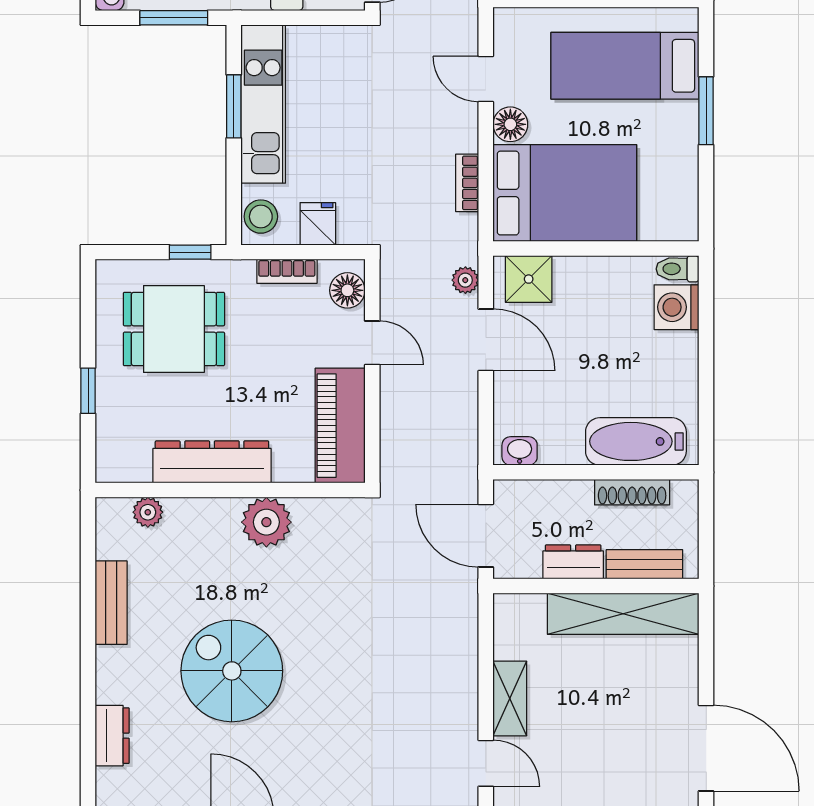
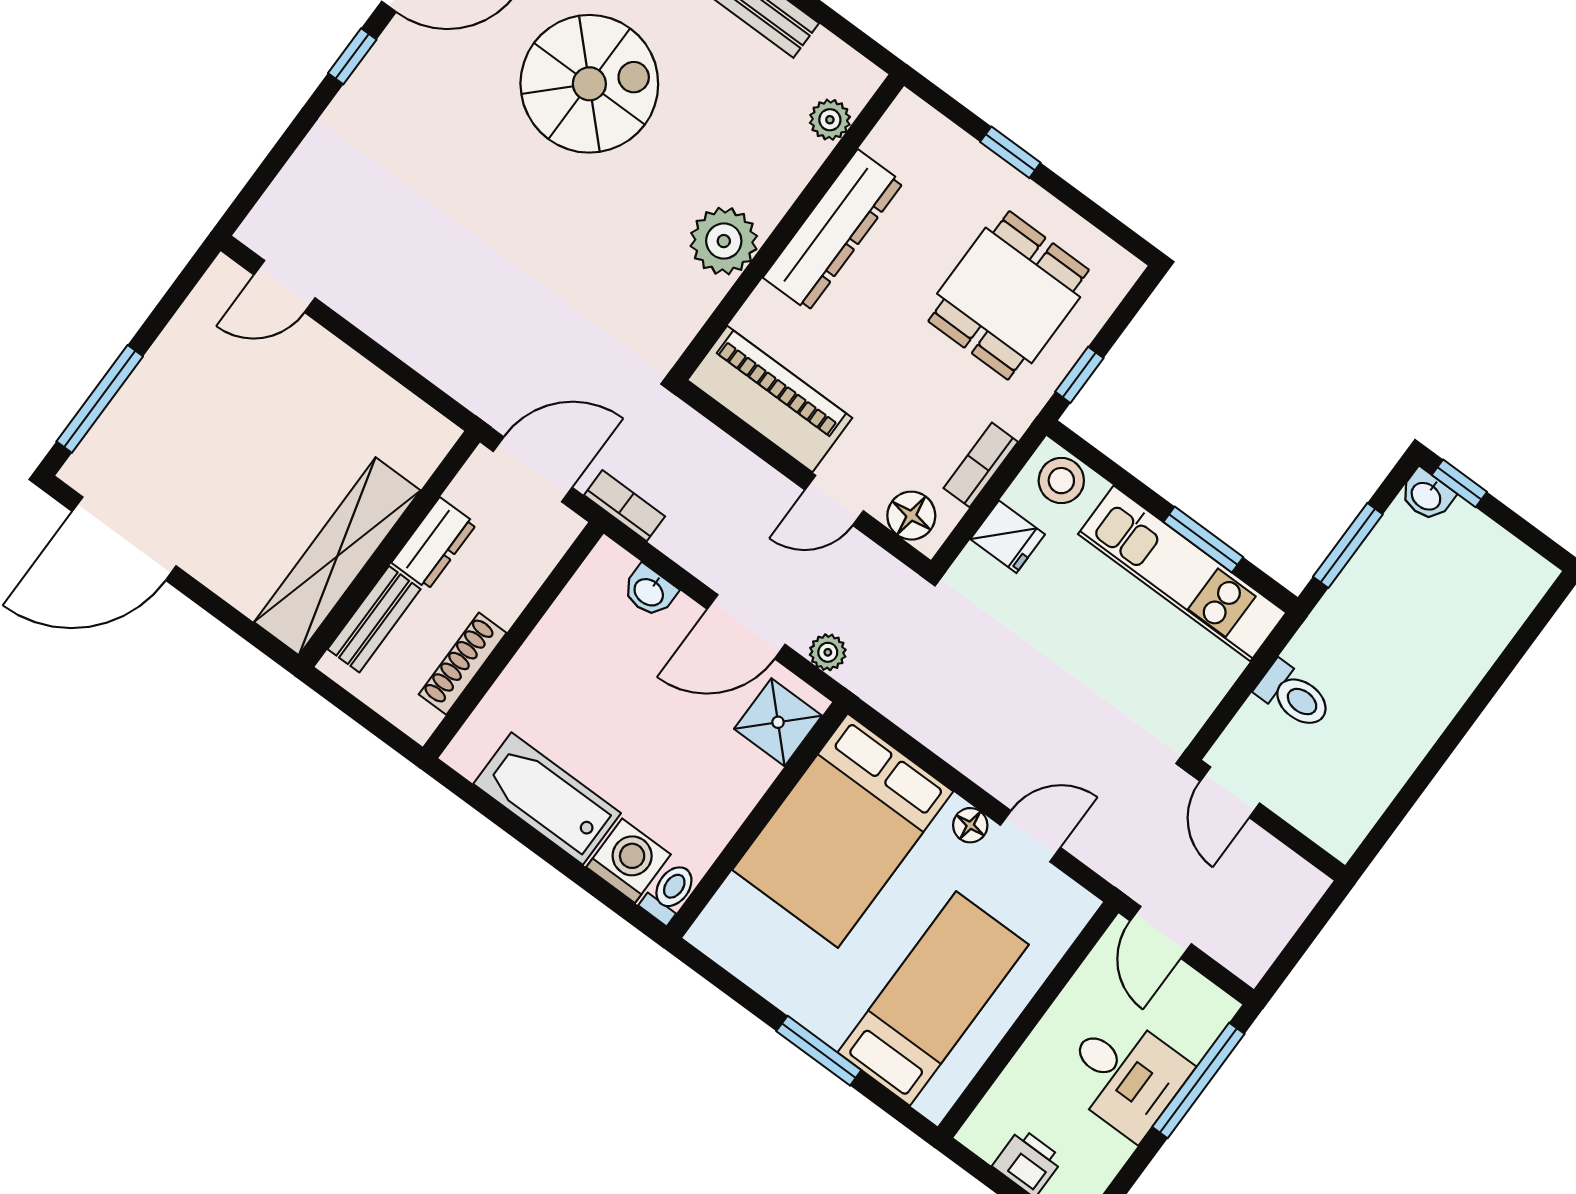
floor lamp: (510, 124) -> (970, 825), width x0.73, depth x0.73
bookcase: (467, 183) -> (625, 506), moved
bathtub: (636, 441) -> (547, 799), moved, turned -90
washbasin: (520, 451) -> (649, 591), moved, turned 90
shelving: (510, 698) -> (336, 365), removed

